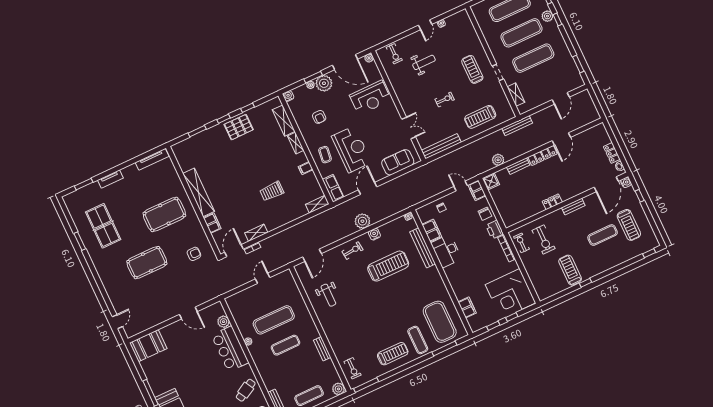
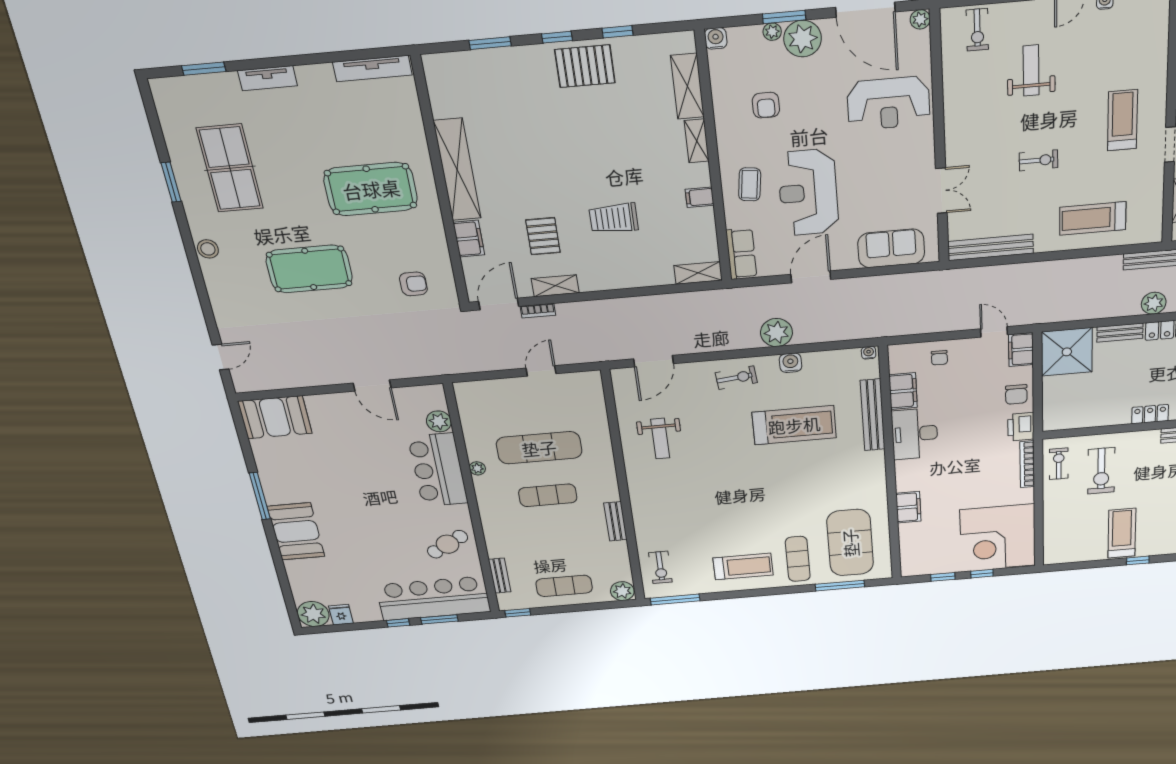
weight bench: (424, 62) -> (1031, 70), turned -90
reception desk: (352, 149) -> (808, 193), turned 180
plant: (498, 160) -> (1154, 303), moved
shower: (491, 181) -> (1067, 352), width x1.86, depth x1.86
pallet: (244, 211) -> (543, 236), added
stool: (101, 268) -> (208, 249), added
filing cabinet: (467, 307) -> (908, 507), moved

